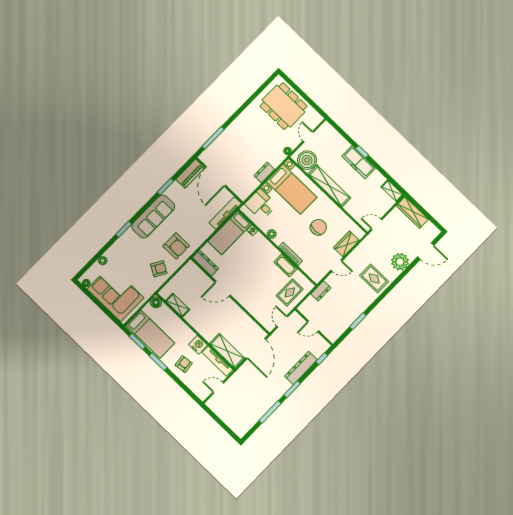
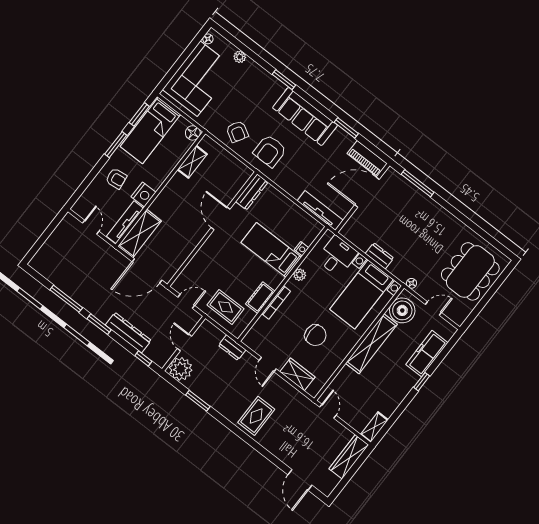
freezer: (359, 162) -> (427, 354), moved
bed: (230, 233) -> (271, 250), moved
plant: (400, 262) -> (181, 369), moved

